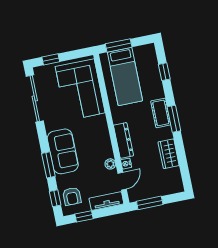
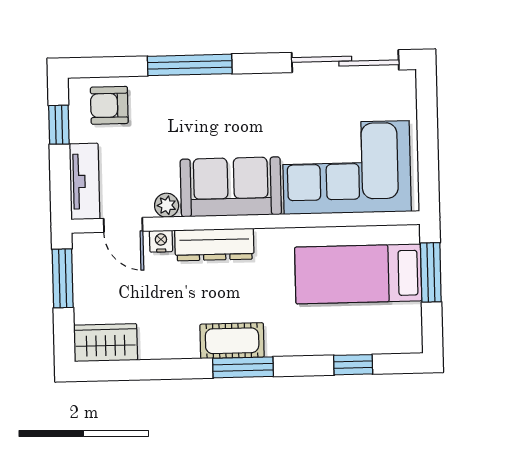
window: (51, 59) -> (427, 113), removed
cot: (161, 113) -> (232, 341), moved
sofa: (63, 151) -> (231, 187), moved, turned 180
wardrobe: (169, 154) -> (106, 343), moved
window: (48, 165) -> (190, 65), width x1.44
window: (55, 198) -> (112, 67), removed

